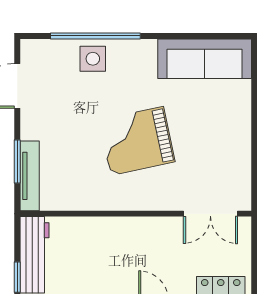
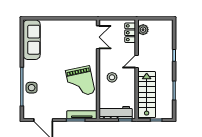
grand piano: (137, 141) -> (80, 82), moved
stool: (117, 246) -> (112, 77), added

